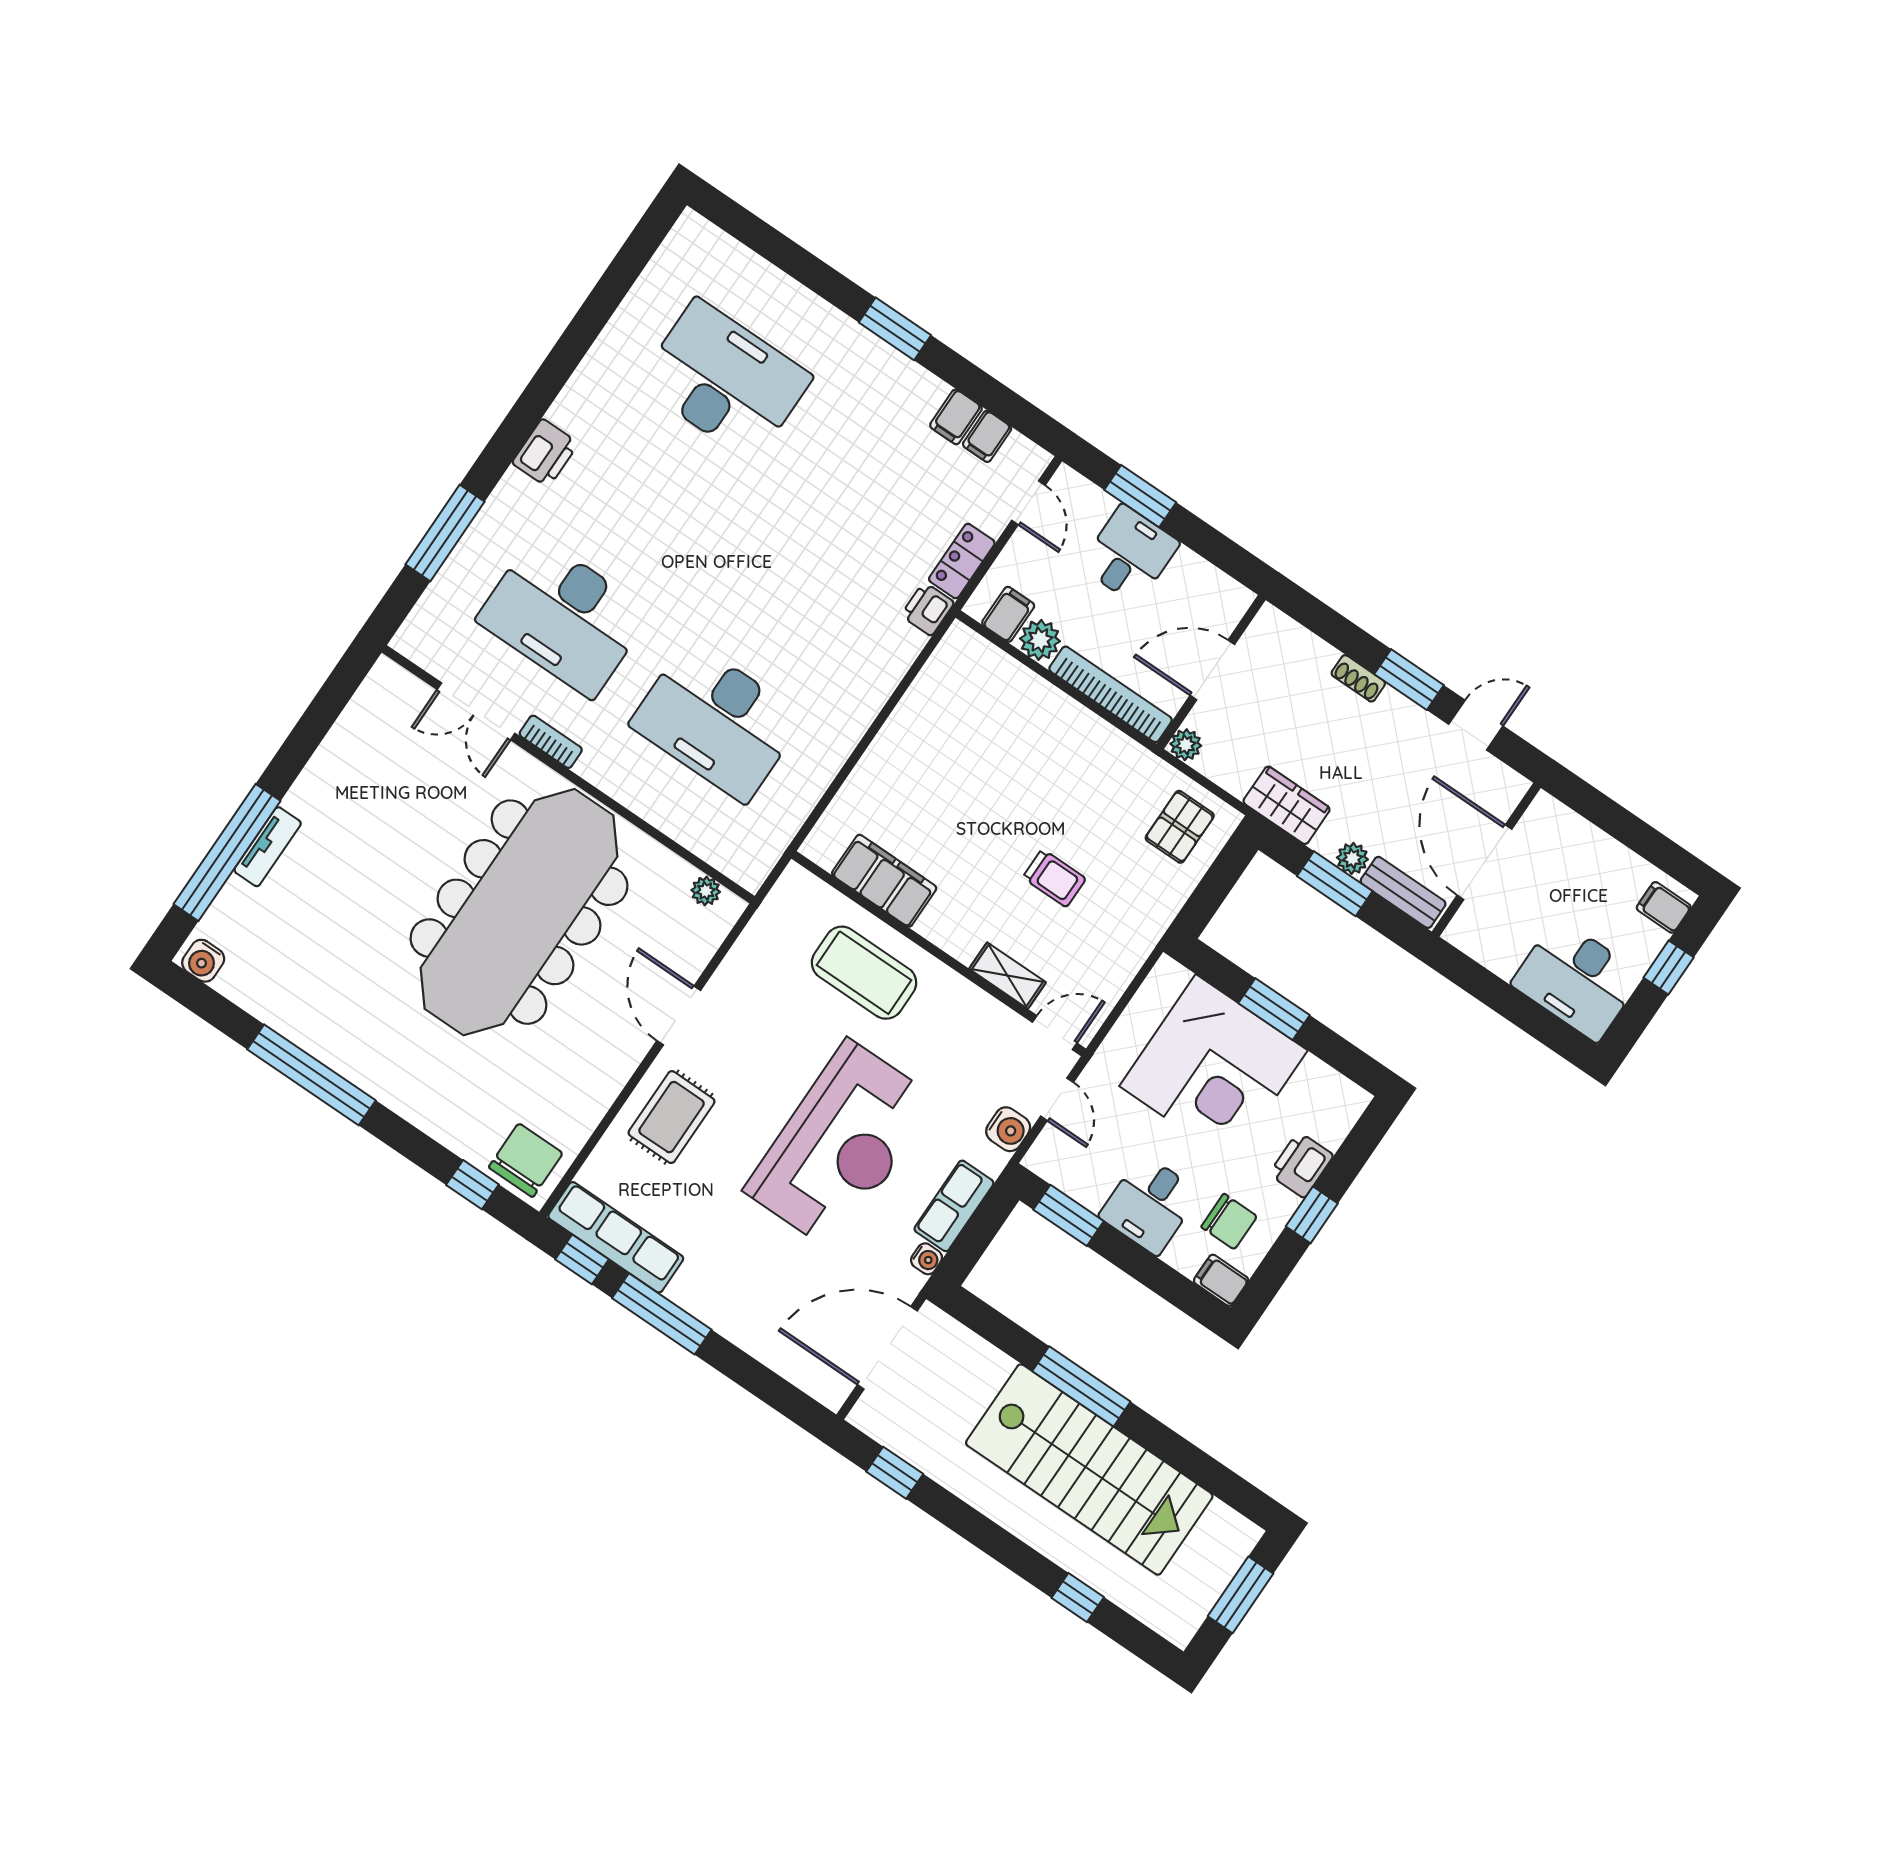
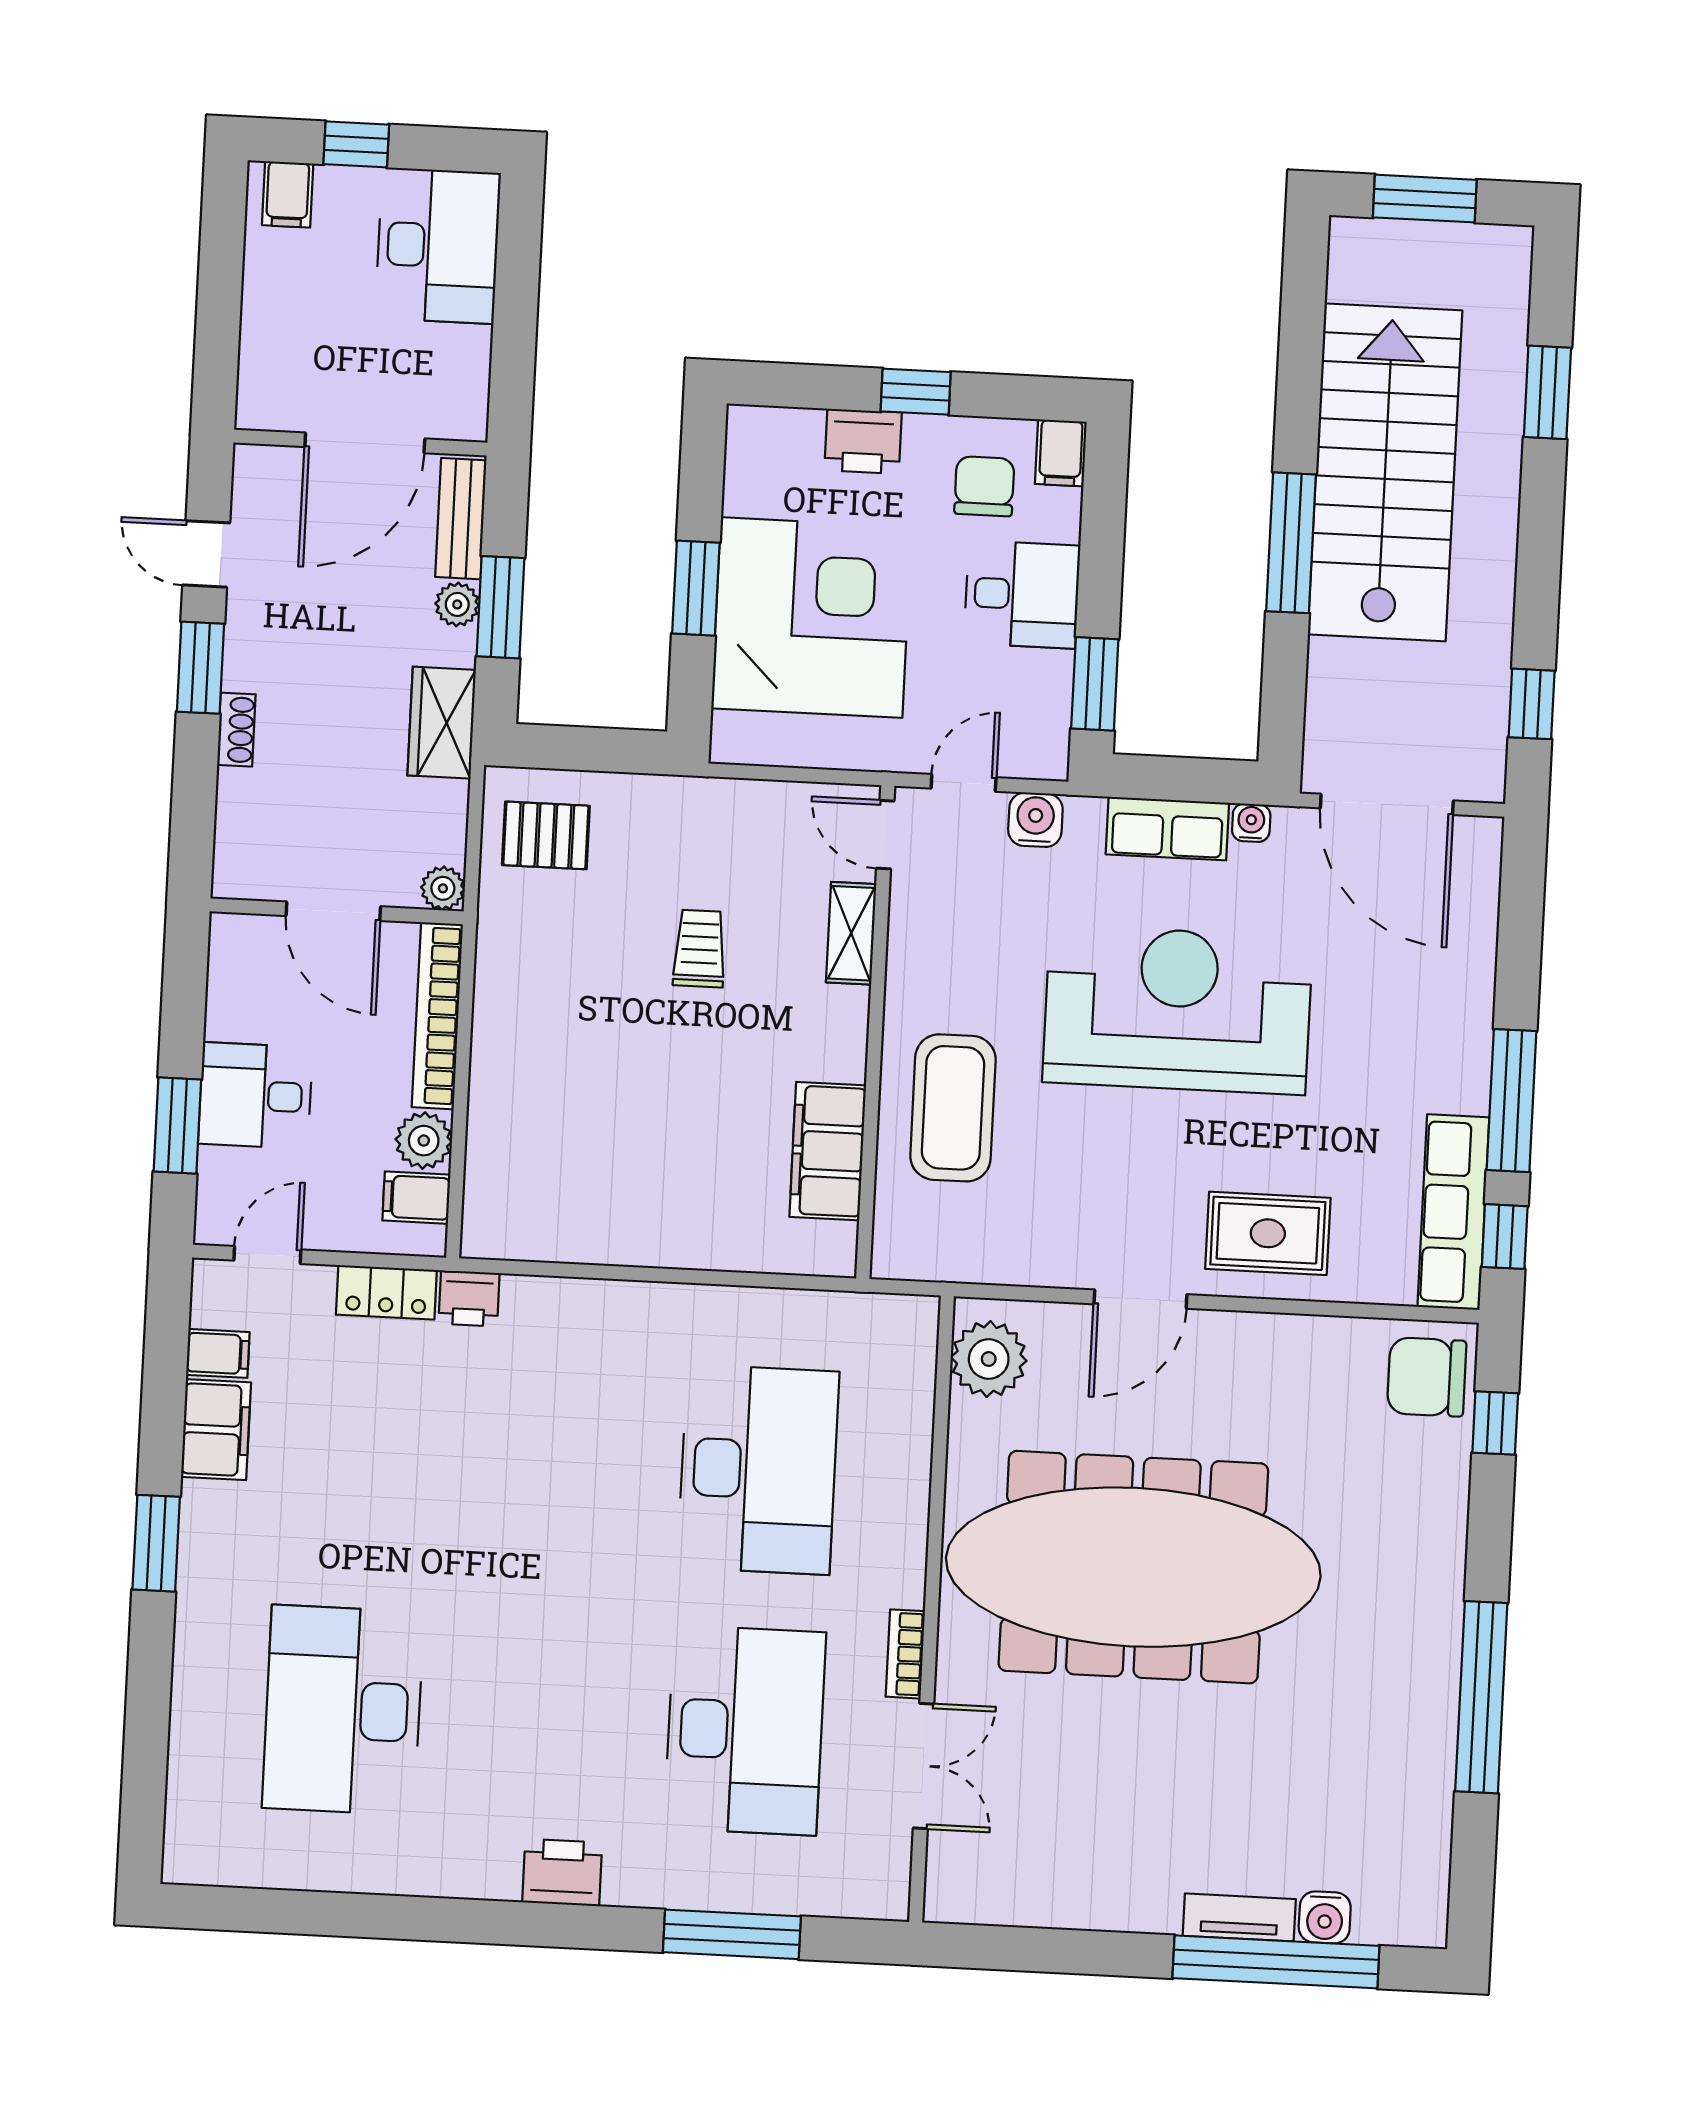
filing cabinet: (956, 417) -> (216, 1430), width x2.00
plant: (706, 891) -> (989, 1359), width x1.88, depth x1.88
water cooler: (203, 961) -> (1325, 1917), moved, turned 90
window: (1078, 1598) -> (1547, 392), width x1.50

